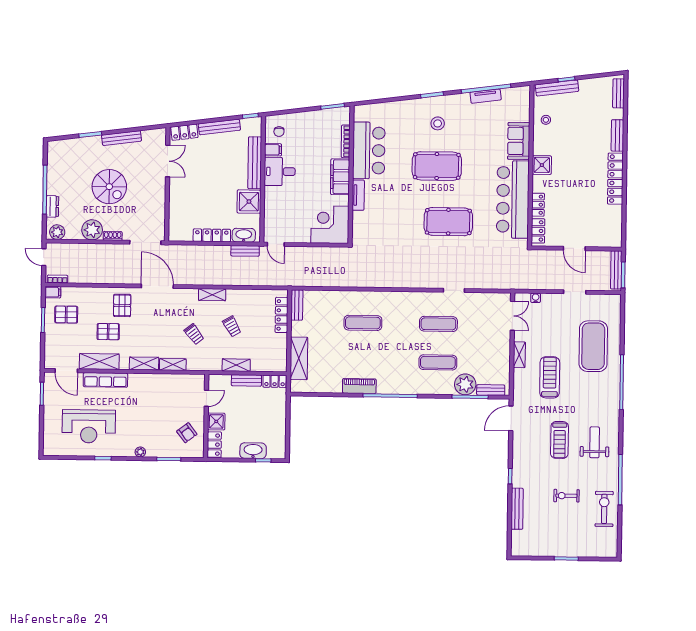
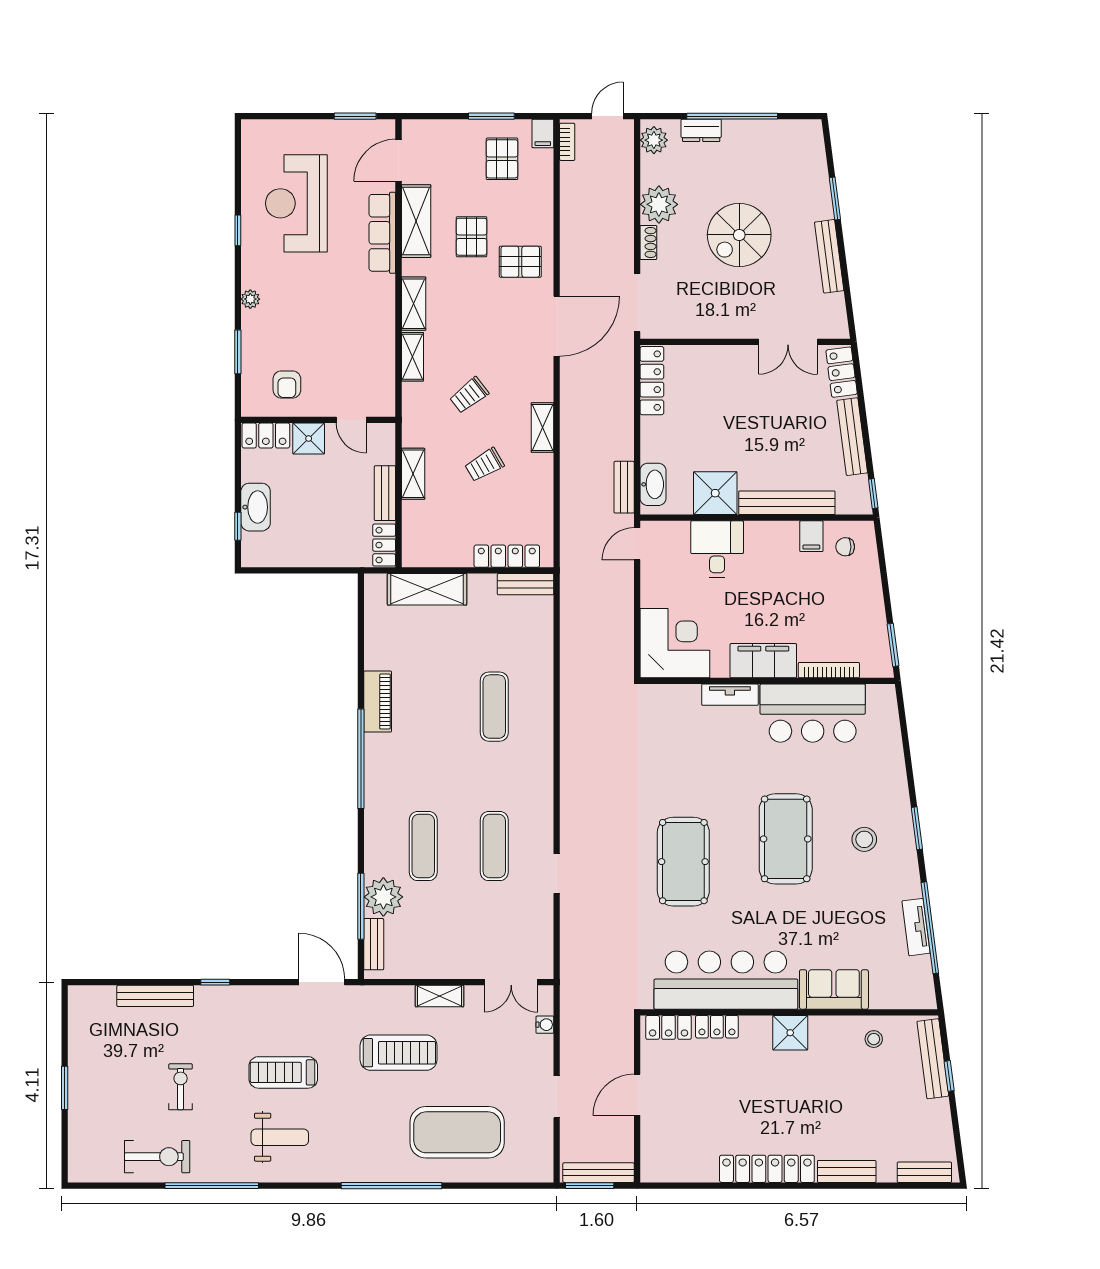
desk: (280, 171) -> (717, 549), moved
locker: (212, 235) -> (652, 381), moved
armchair: (187, 433) -> (287, 384), turned -53

